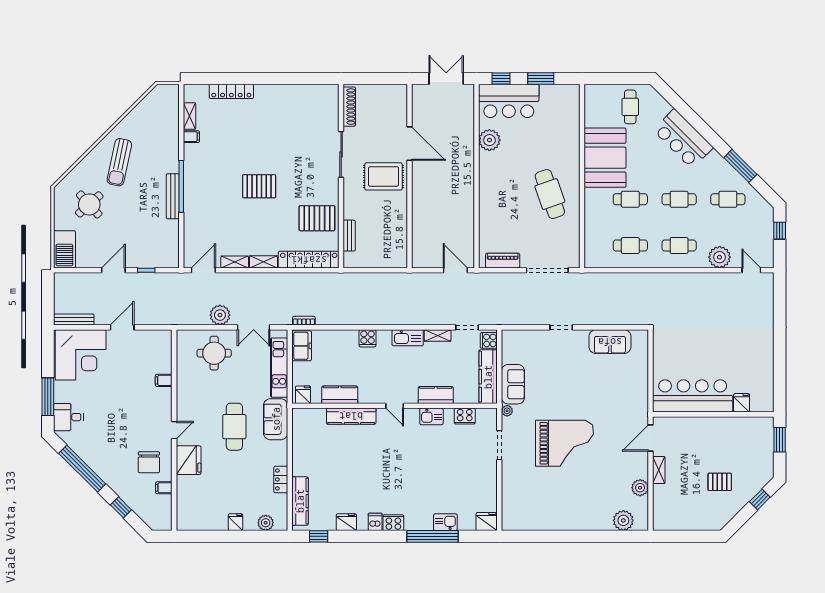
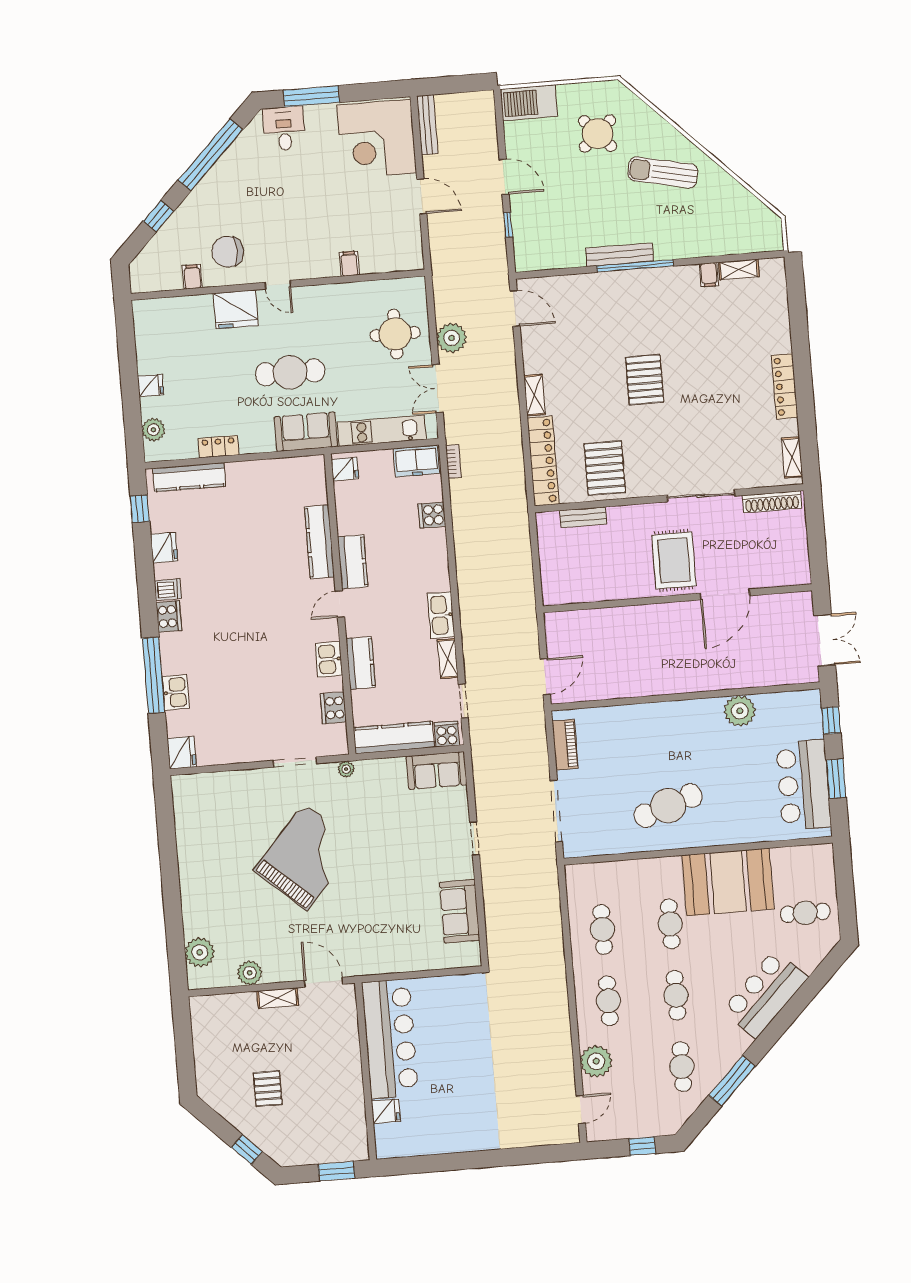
locker: (231, 91) -> (785, 386), moved
bar counter: (509, 101) -> (803, 785), moved
shelving: (235, 262) -> (792, 457), moved
cooker: (368, 338) -> (432, 515), moved
sofa: (513, 384) -> (437, 770), moved
kitchen counter: (340, 395) -> (353, 562), moved
grand piano: (565, 443) -> (306, 857), turned -138

